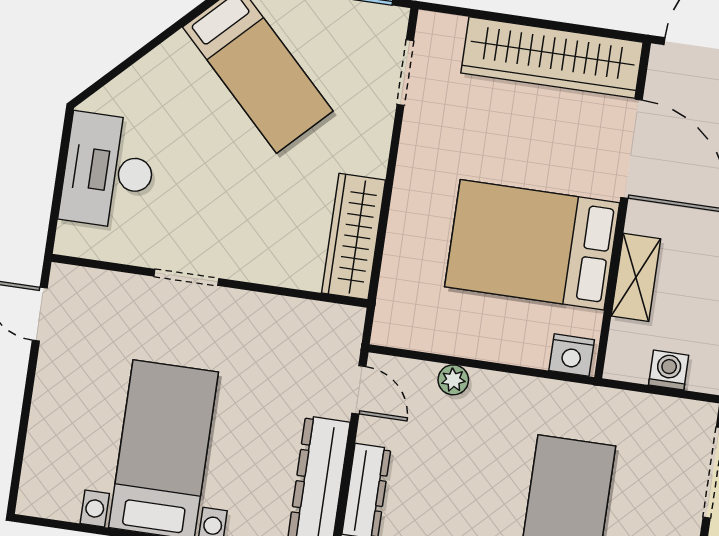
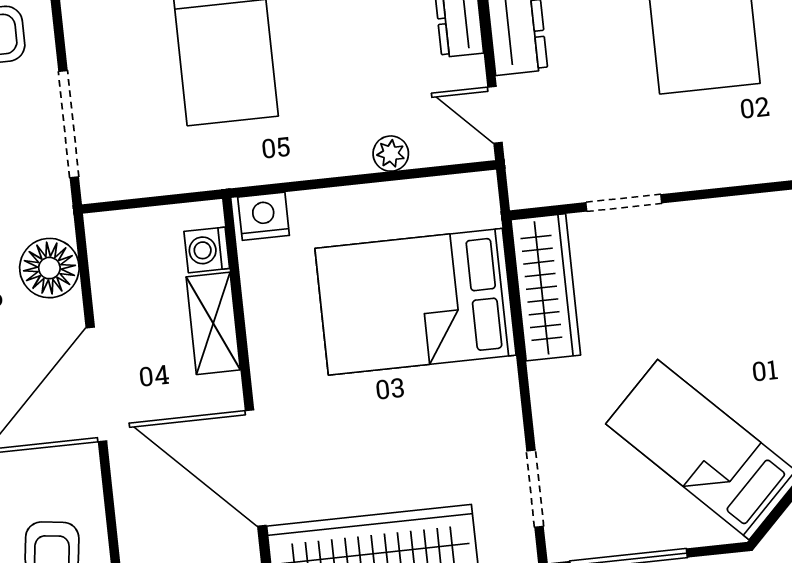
bed: (532, 245) -> (415, 302), moved, turned 180
doorway: (186, 277) -> (624, 203), moved
washing machine: (669, 370) -> (207, 250), moved, turned 90

